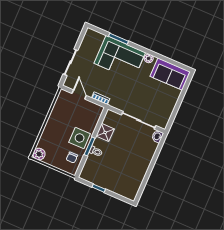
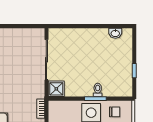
shower: (105, 132) -> (56, 89), moved
washbasin: (157, 136) -> (115, 33), moved

